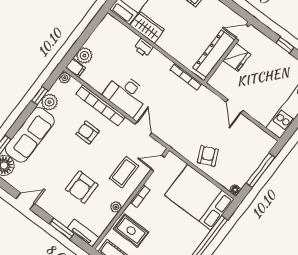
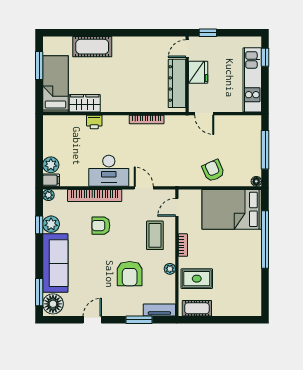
door: (242, 32) -> (187, 49), moved
wall: (227, 52) -> (187, 74), moved
dresser: (214, 54) -> (177, 83), moved
fridge: (237, 57) -> (198, 72), moved

